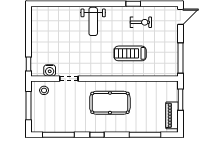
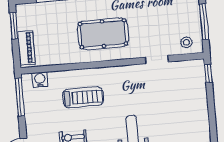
water cooler: (50, 70) -> (40, 80), moved
window: (180, 100) -> (14, 26), moved
piano: (172, 115) -> (26, 48), moved

